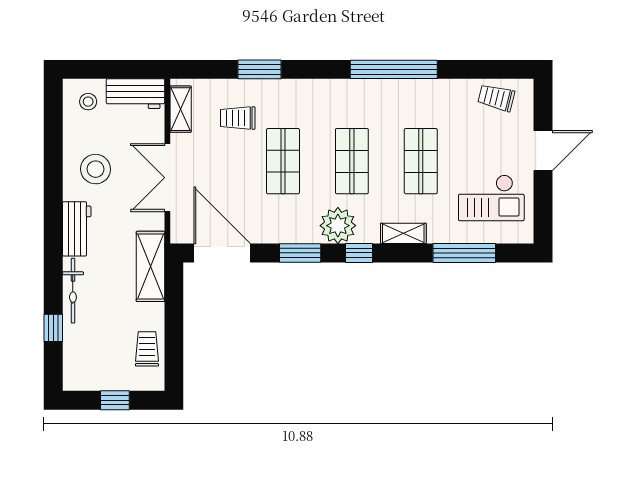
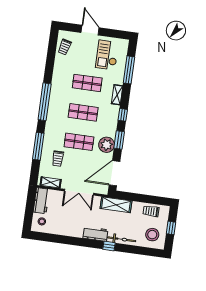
window: (260, 69) -> (38, 146), width x1.44
window: (394, 69) -> (45, 102), moved
stool: (96, 169) -> (152, 235), moved
checkout: (491, 198) -> (107, 55), turned 180
plant: (338, 226) -> (107, 145), moved
window: (53, 328) -> (109, 246), moved

